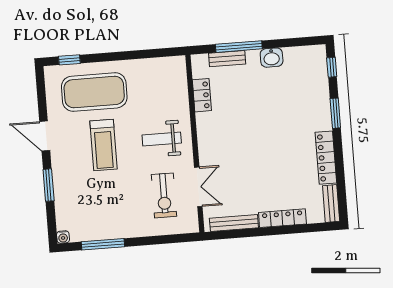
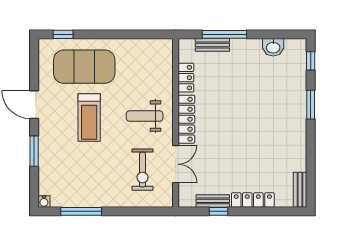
washbasin: (272, 58) -> (273, 47), moved
locker: (326, 158) -> (186, 119), moved, turned 180
bench: (234, 223) -> (213, 201), width x0.73
window: (247, 233) -> (219, 211), added

